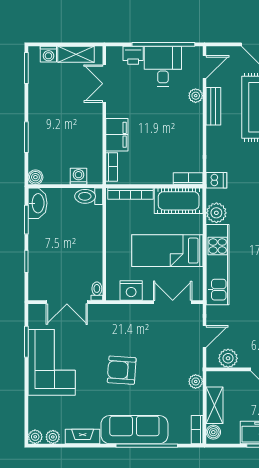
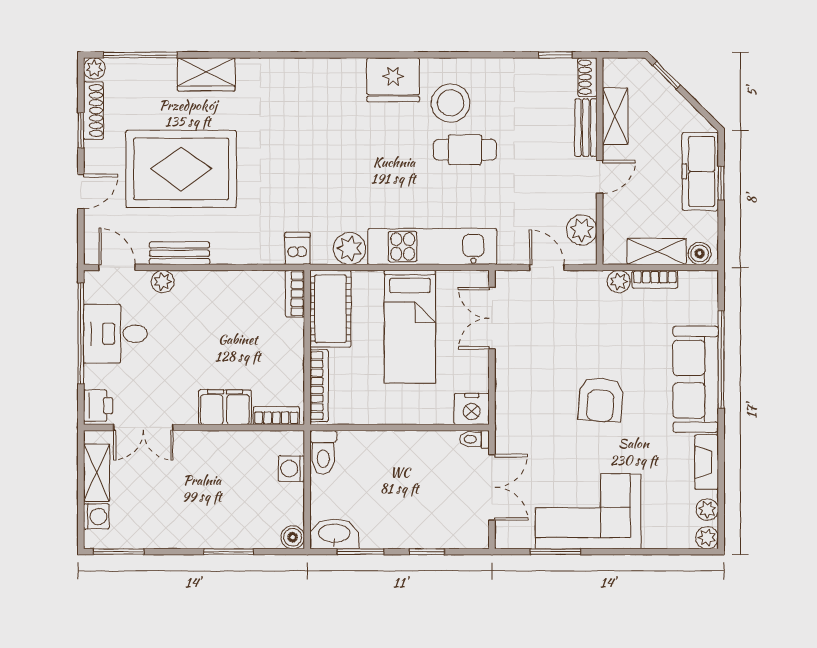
printer: (133, 55) -> (98, 406), moved
nightstand: (131, 290) -> (472, 409), moved, turned 90
bookcase: (197, 430) -> (655, 279), moved

